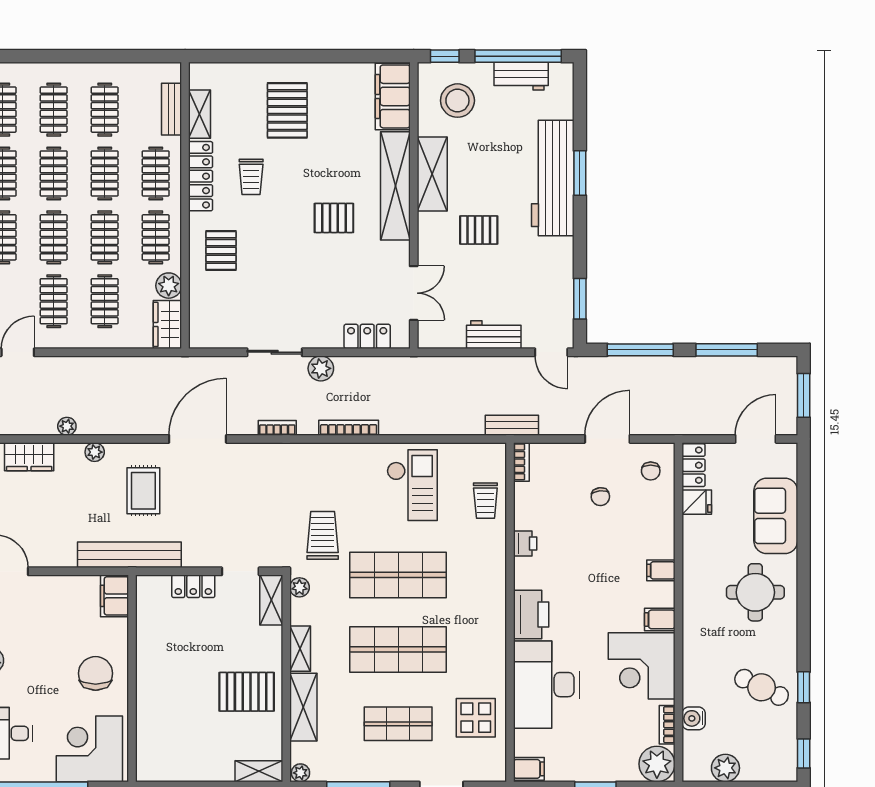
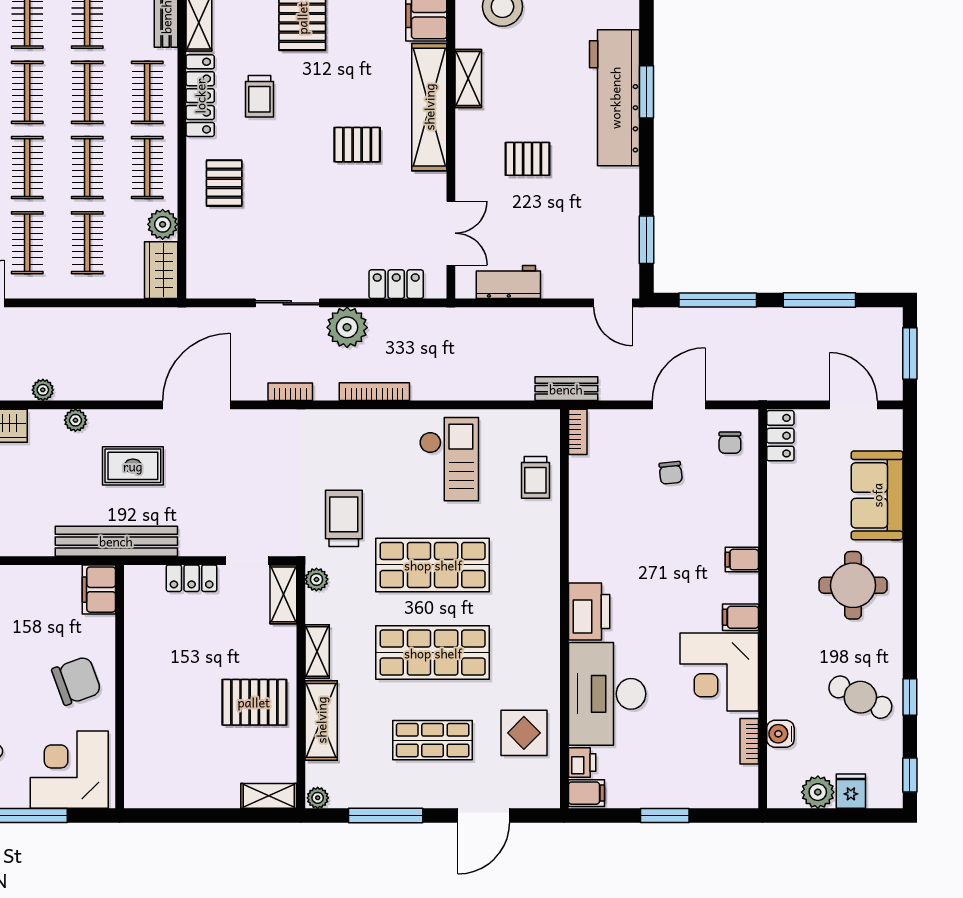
shelving: (432, 174) -> (468, 78), width x0.67, depth x0.75
workbench: (494, 335) -> (508, 282), moved
plant: (321, 368) -> (347, 327), width x1.36, depth x1.36
door: (756, 439) -> (853, 405), hinge flipped
rug: (143, 491) -> (133, 466), turned 90
fridge: (697, 502) -> (851, 791), moved, turned -90
printer: (525, 543) -> (582, 763), moved
chair: (96, 673) -> (77, 681), turned 70
plant: (657, 764) -> (737, 787), removed

